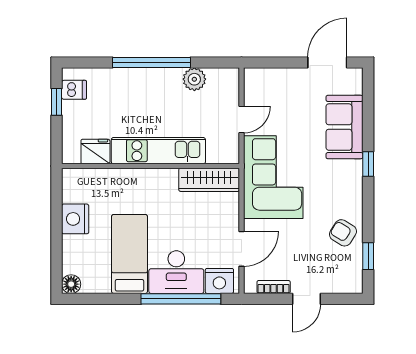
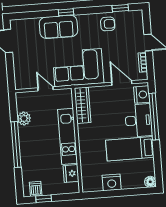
sofa: (344, 127) -> (58, 27), moved
armchair: (343, 233) -> (108, 24), turned -122

